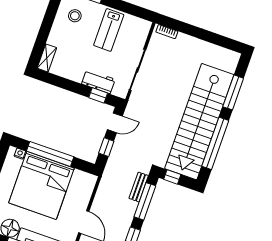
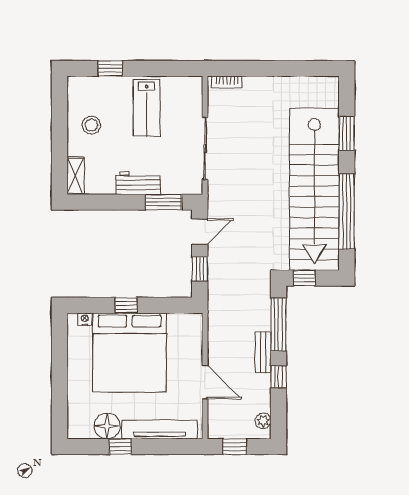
stool: (75, 16) -> (91, 125), moved
workbench: (98, 82) -> (138, 183), moved
window: (233, 92) -> (347, 133), width x0.69
window: (98, 95) -> (164, 202), width x1.50
window: (50, 154) -> (126, 305), width x0.32
bench: (139, 187) -> (263, 352), moved

